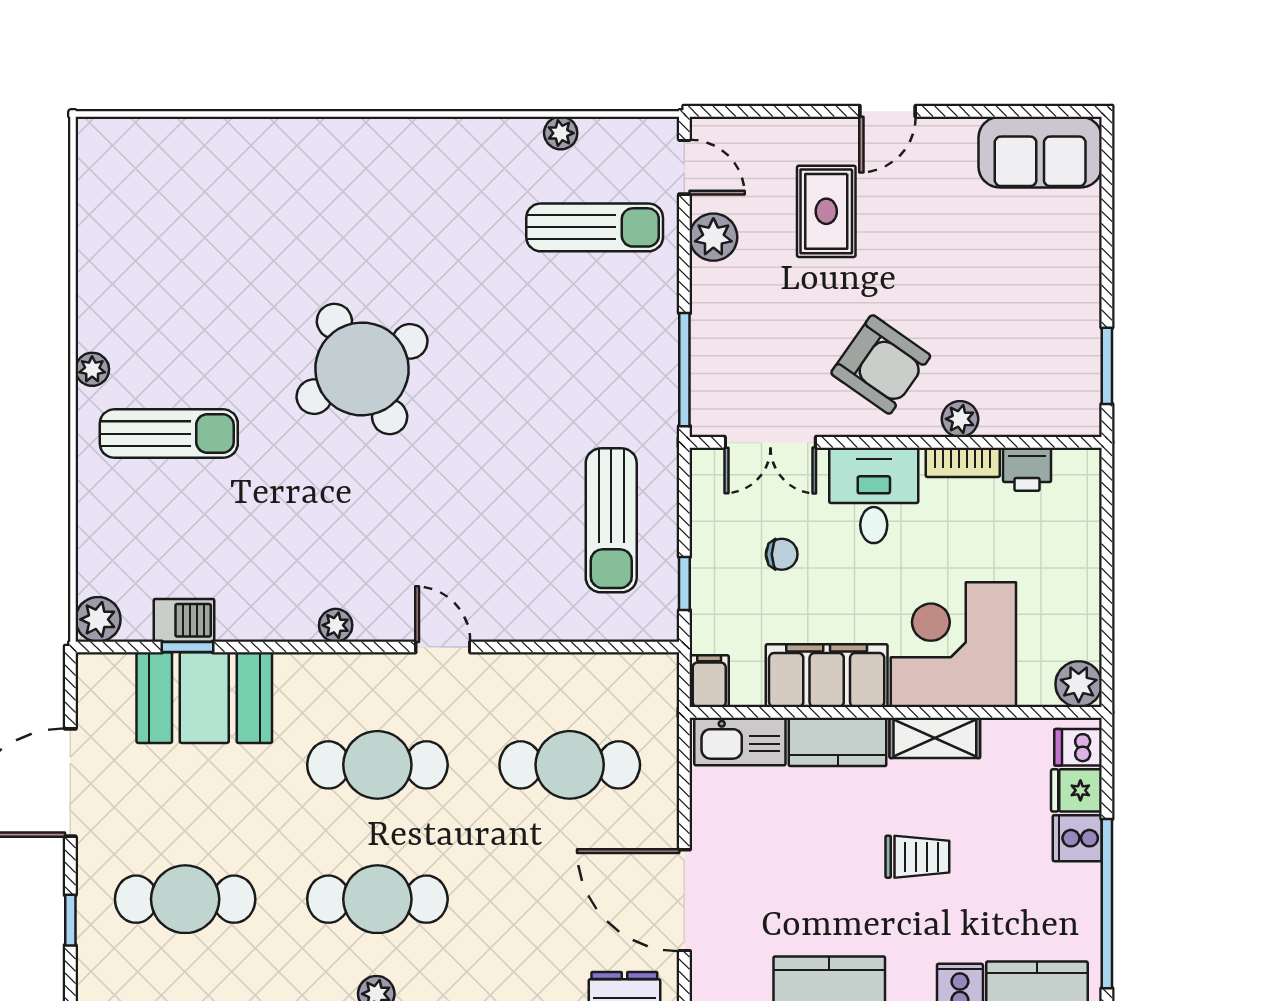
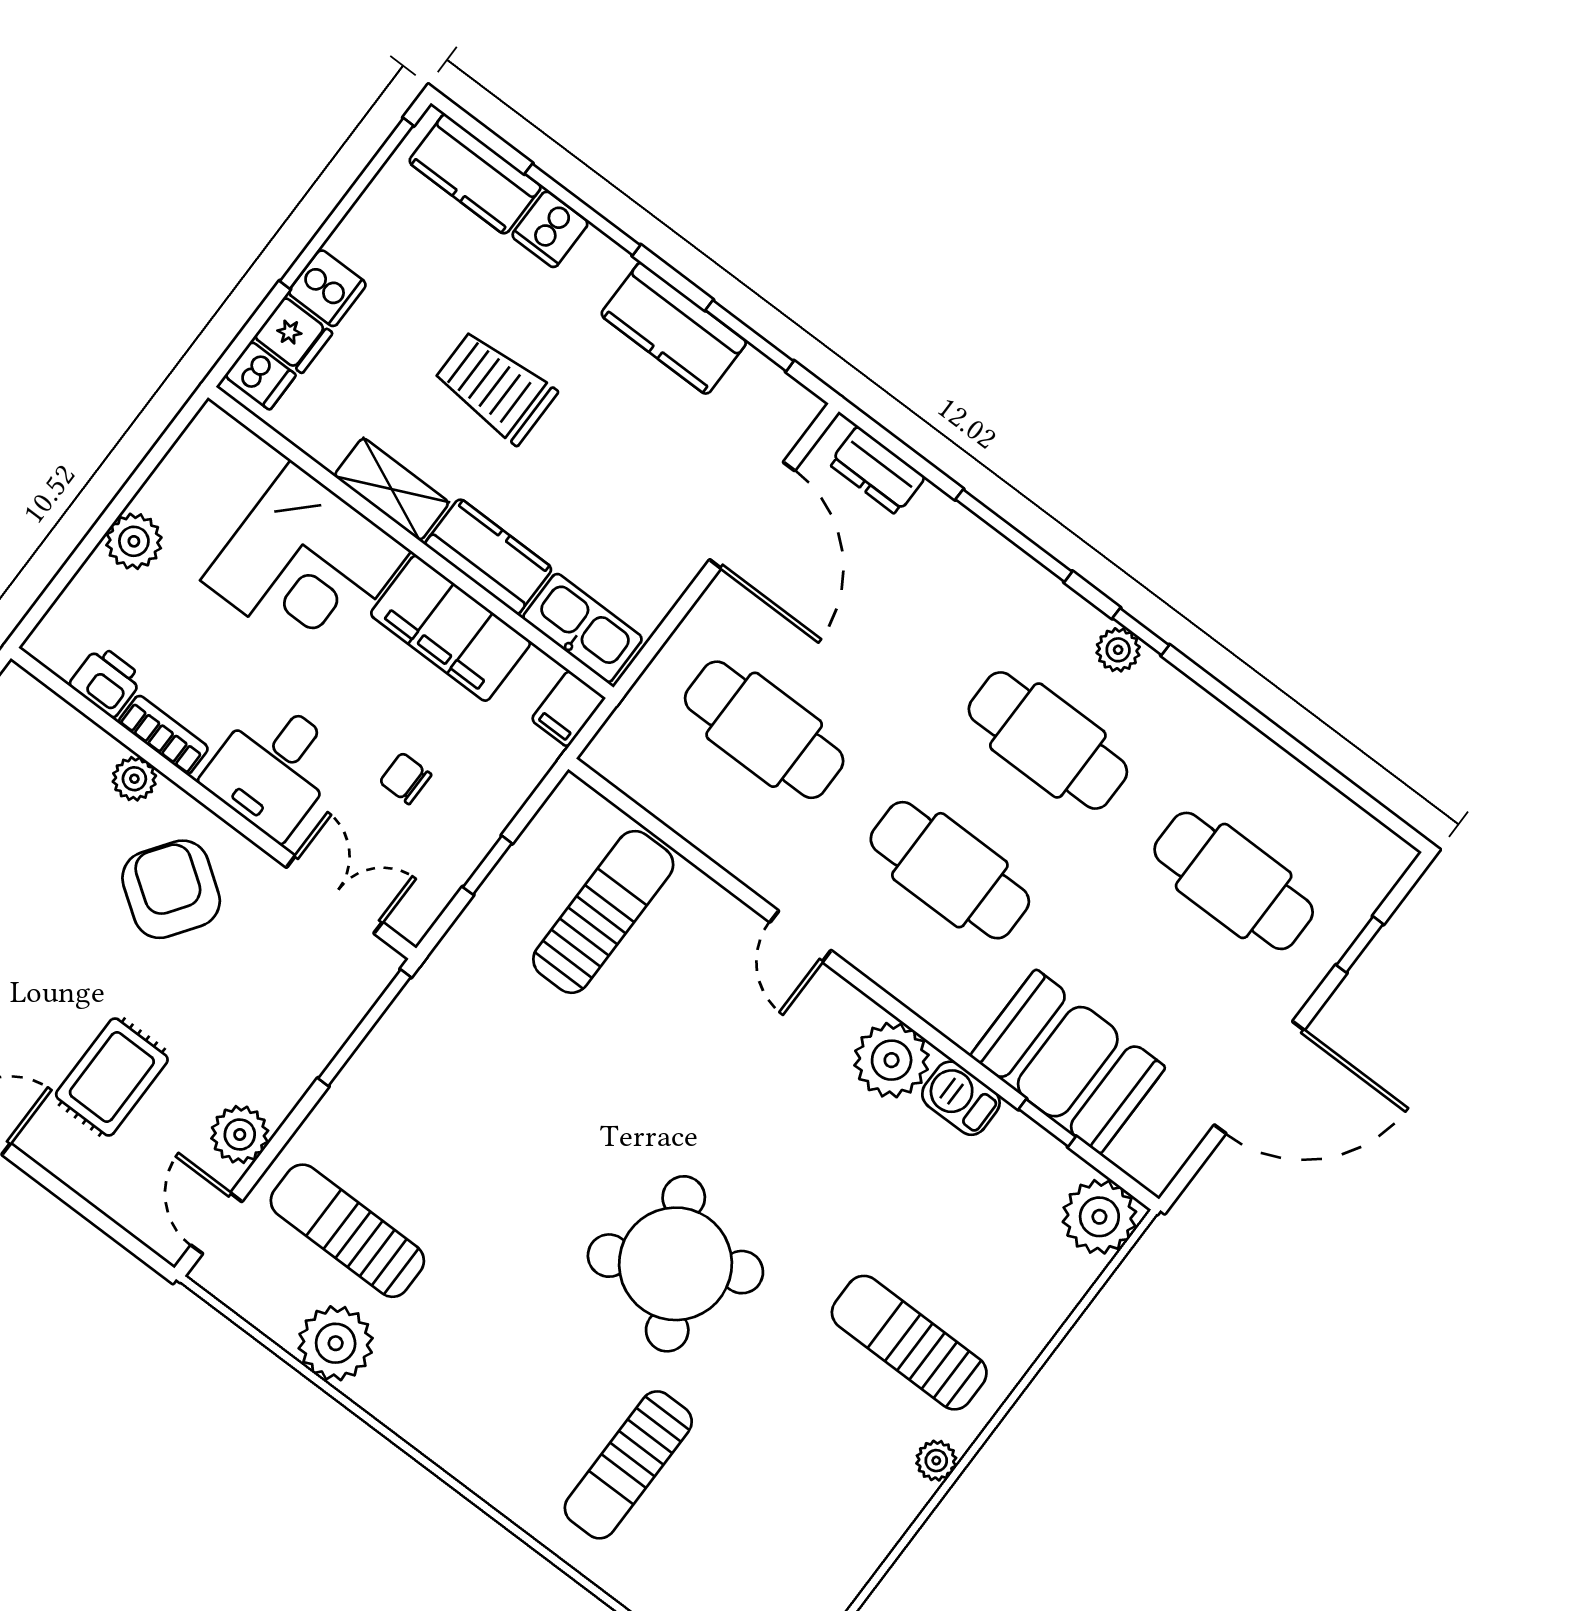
plant: (561, 133) -> (336, 1343), width x1.88, depth x1.88
sun lounger: (293, 213) -> (628, 1465), added
sun lounger: (611, 520) -> (603, 912), moved
window: (684, 584) -> (487, 865), moved
plant: (98, 619) -> (1099, 1217), width x1.36, depth x1.36
barbecue: (184, 620) -> (961, 1098), moved
plant: (336, 625) -> (892, 1060), width x1.88, depth x1.88
plant: (1079, 684) -> (134, 541), moved
trolley: (917, 857) -> (495, 387), width x1.36, depth x1.39

